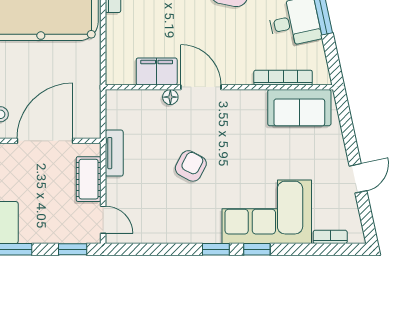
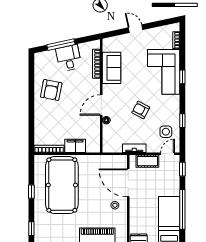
filing cabinet: (157, 71) -> (75, 146), moved, turned 90
sofa: (299, 108) -> (112, 68), moved
door: (358, 178) -> (136, 29), moved
side table: (147, 216) -> (166, 132), added
window: (216, 249) -> (182, 121), moved

